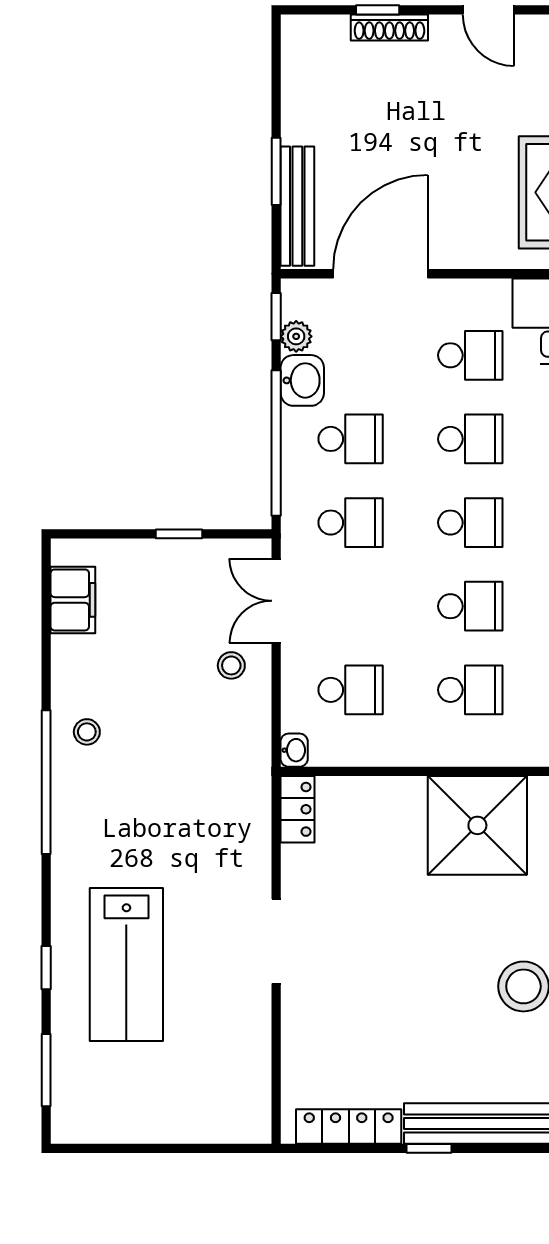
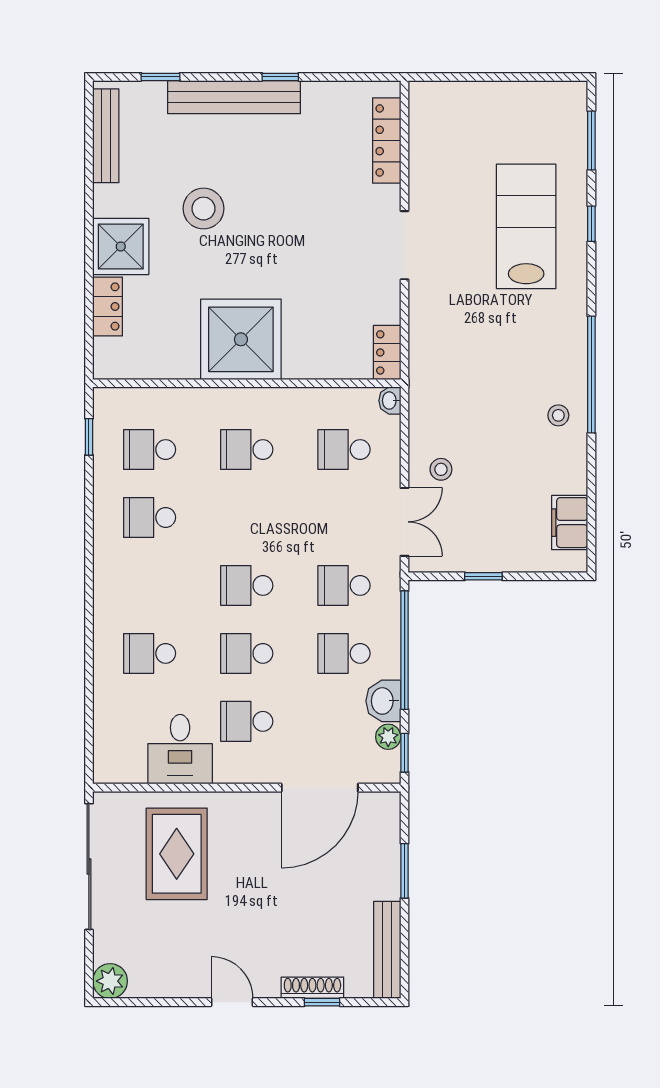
bench: (297, 206) -> (387, 950), moved
school desk: (470, 606) -> (247, 517), removed
locker: (349, 1126) -> (387, 140), moved, turned 90

